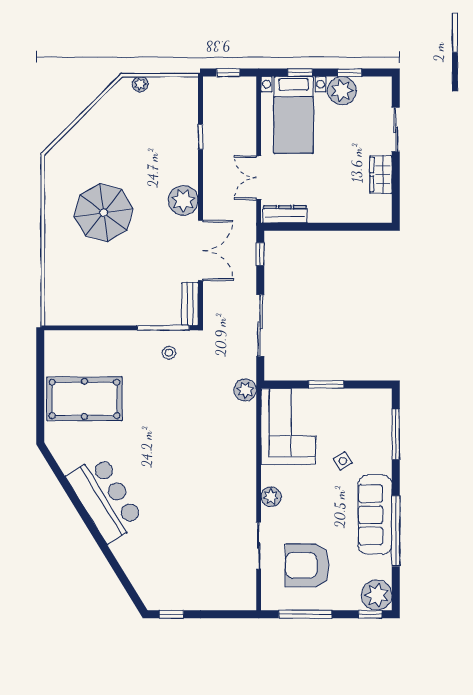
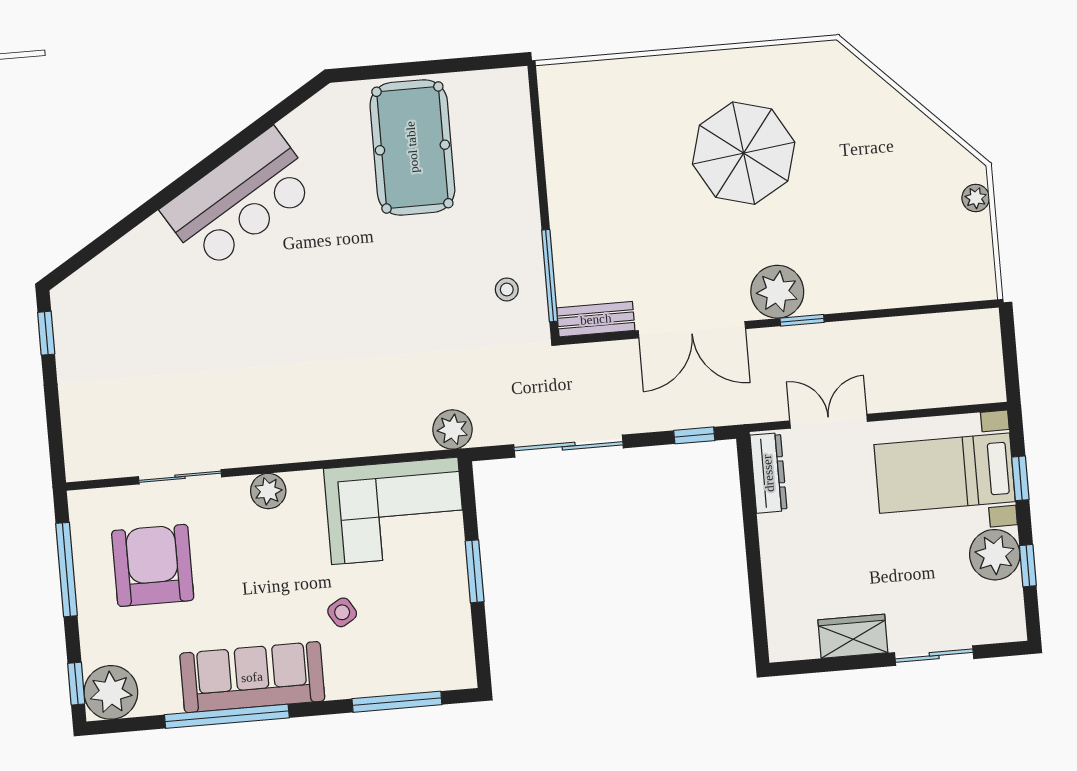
window: (228, 73) -> (1010, 352), removed
window: (201, 137) -> (802, 320), moved

